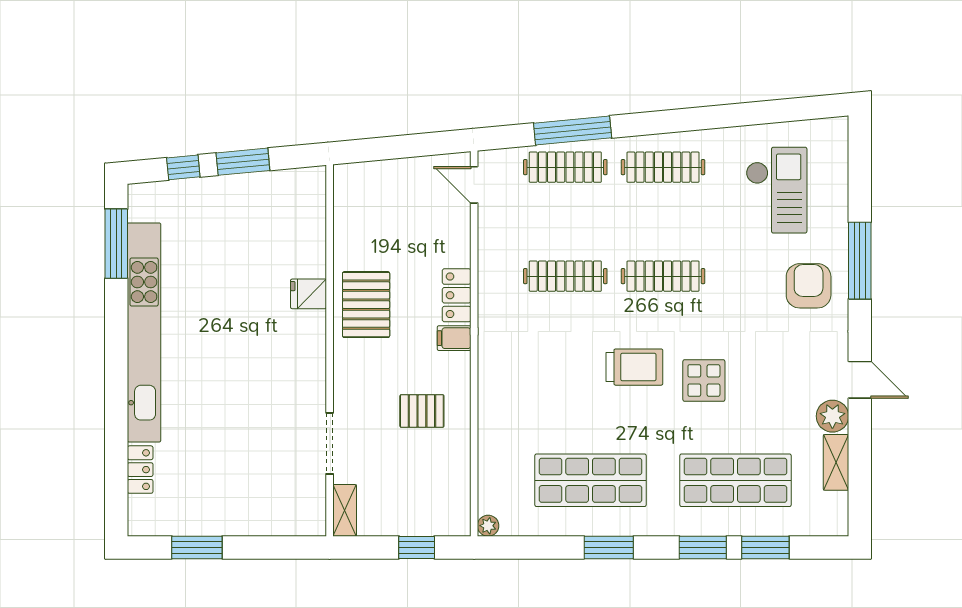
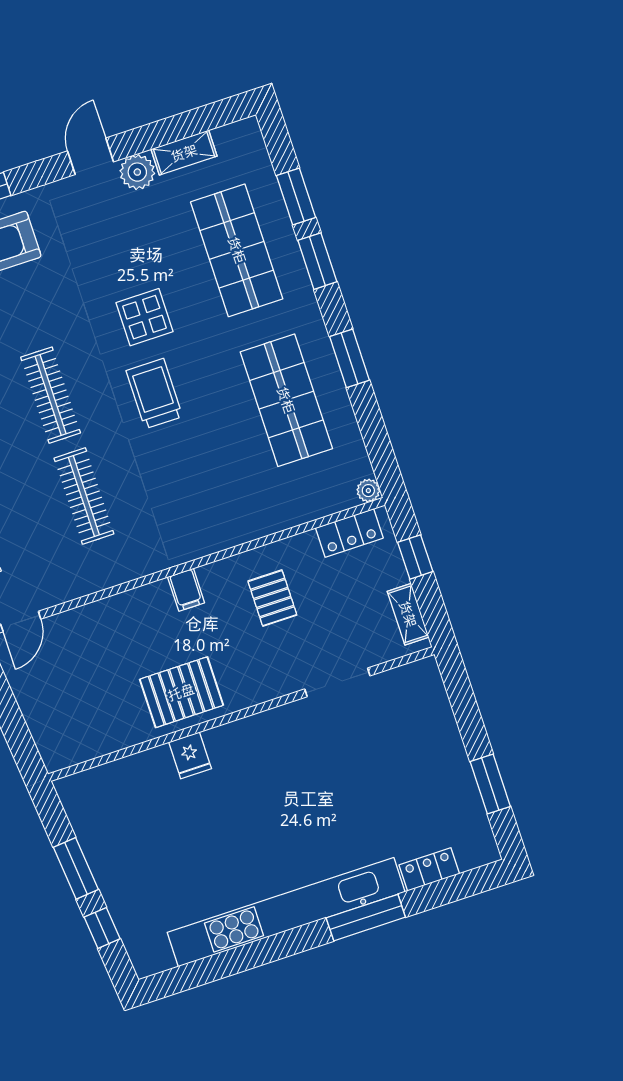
window: (116, 244) -> (366, 918), moved
locker: (457, 295) -> (349, 533), moved
shelving: (345, 510) -> (408, 614), moved, turned 90

